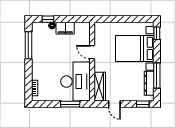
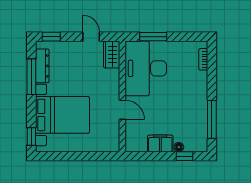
wardrobe: (100, 87) -> (112, 55), width x0.67

